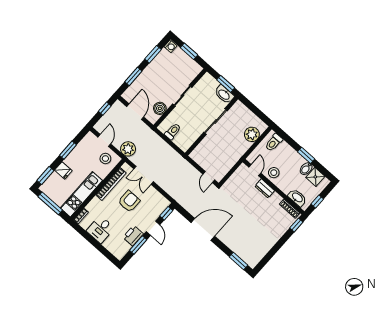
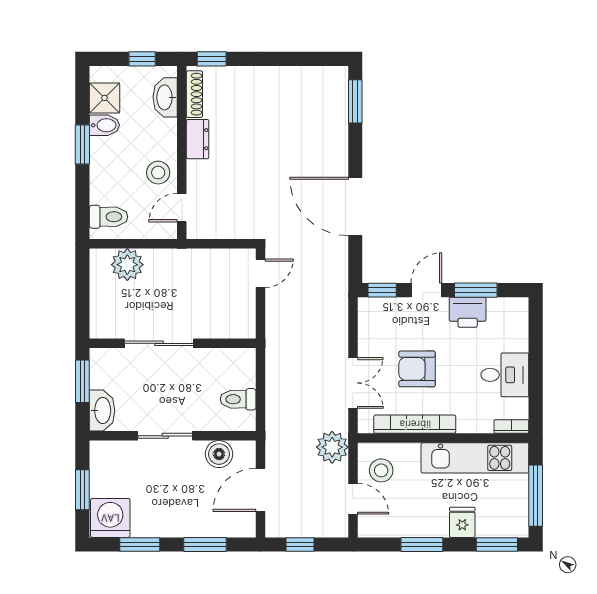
washing machine: (171, 46) -> (110, 518), width x1.89, depth x1.89
washbasin: (224, 94) -> (102, 411), moved
door: (104, 140) -> (353, 499), swing flipped
dresser: (265, 188) -> (198, 139), moved

